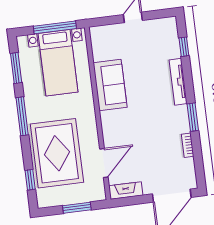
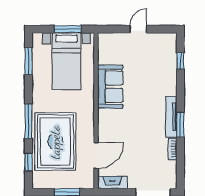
window: (55, 27) -> (68, 29), width x0.69
tv unit: (178, 82) -> (171, 117), moved
window: (22, 116) -> (29, 121), moved

